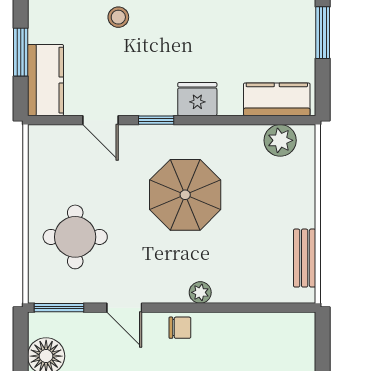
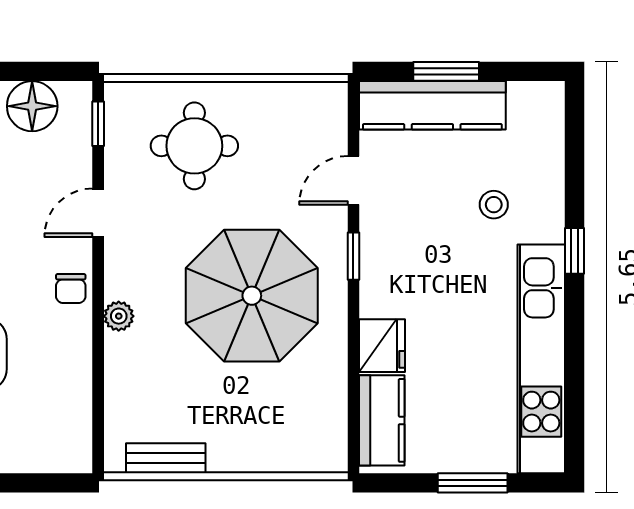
kitchen counter: (45, 80) -> (432, 105), width x1.50
fridge: (197, 99) -> (382, 346), moved
plant: (280, 140) -> (326, 425), removed
parasol: (185, 195) -> (252, 296), width x1.36, depth x1.36
window: (59, 308) -> (98, 124), width x0.67

